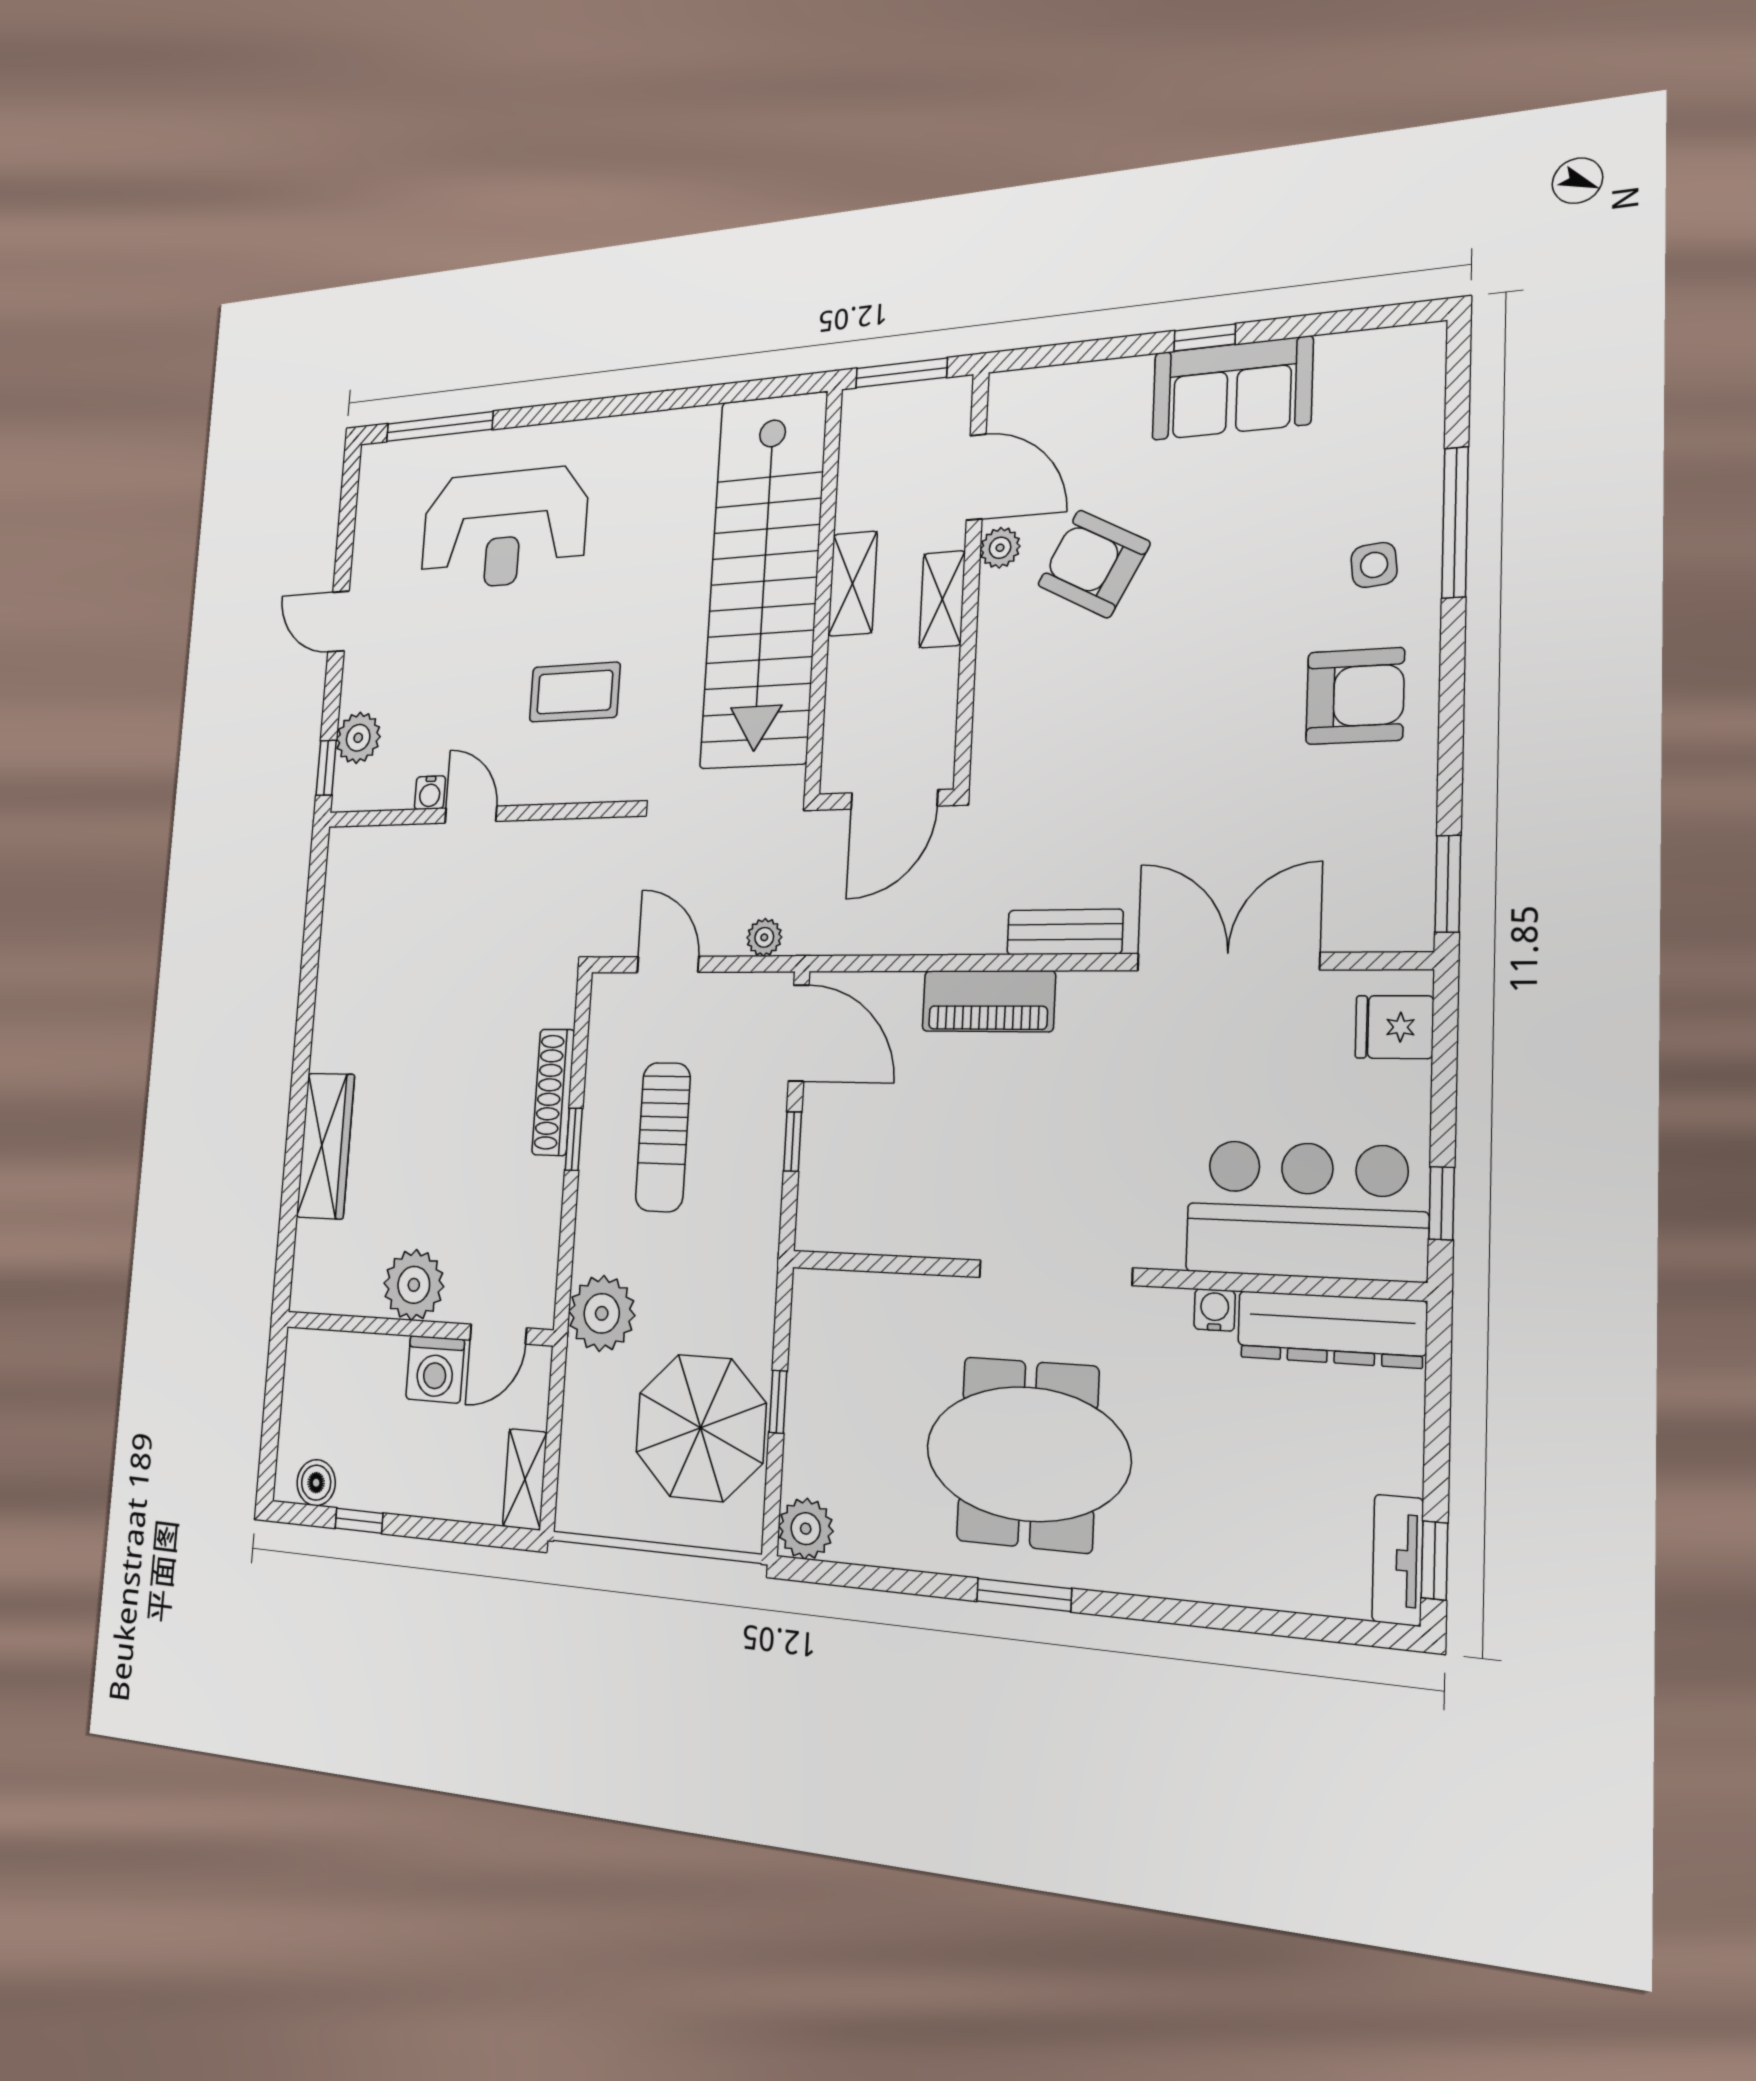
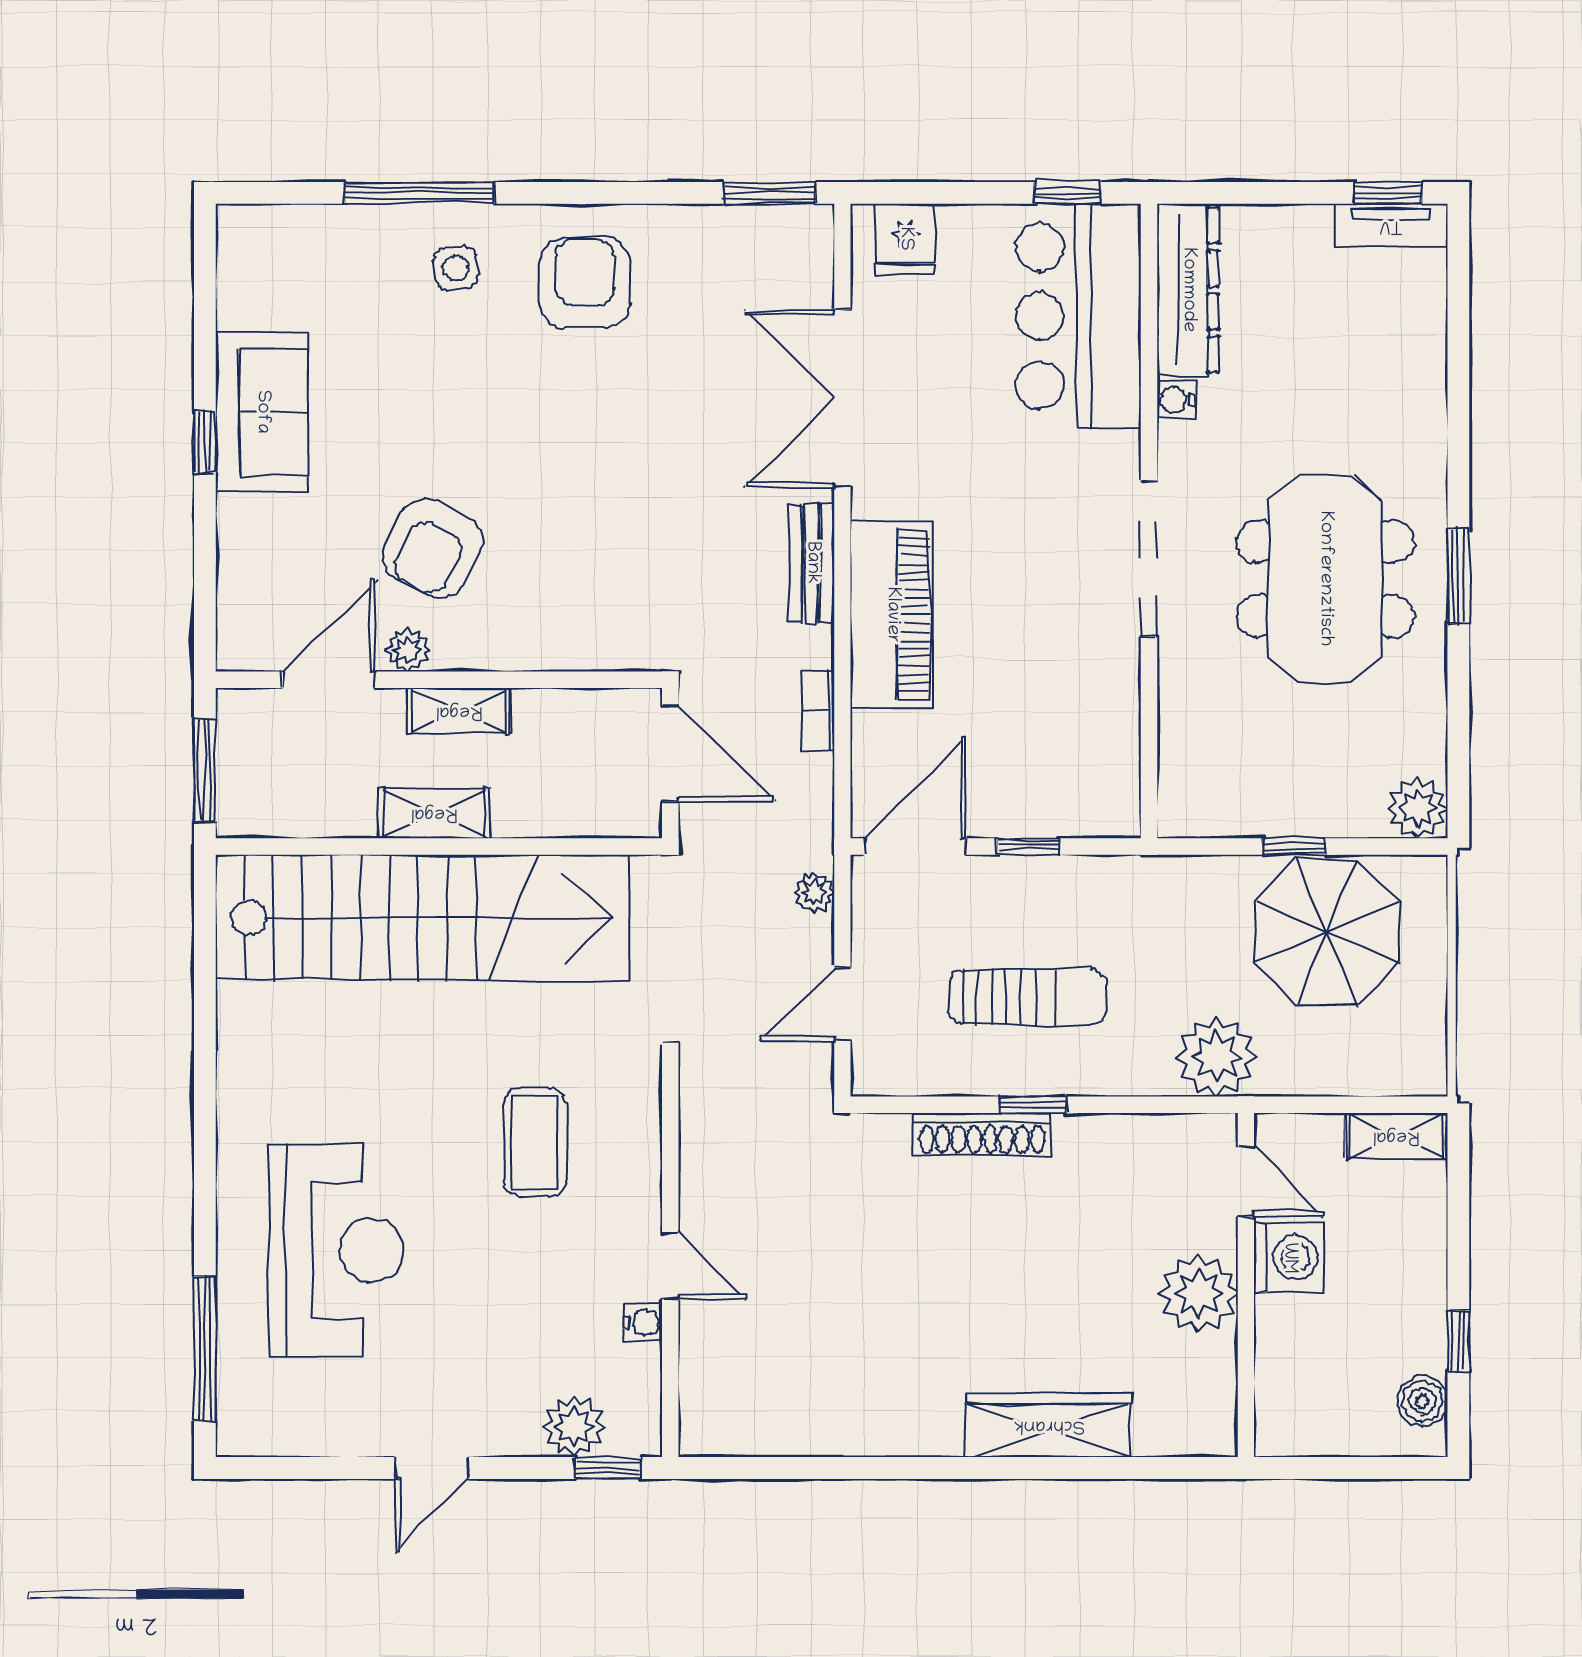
door: (471, 815) -> (670, 1266), swing flipped
bookcase: (926, 940) -> (818, 710), added
piano: (988, 1001) -> (892, 615), width x1.37, depth x1.33

